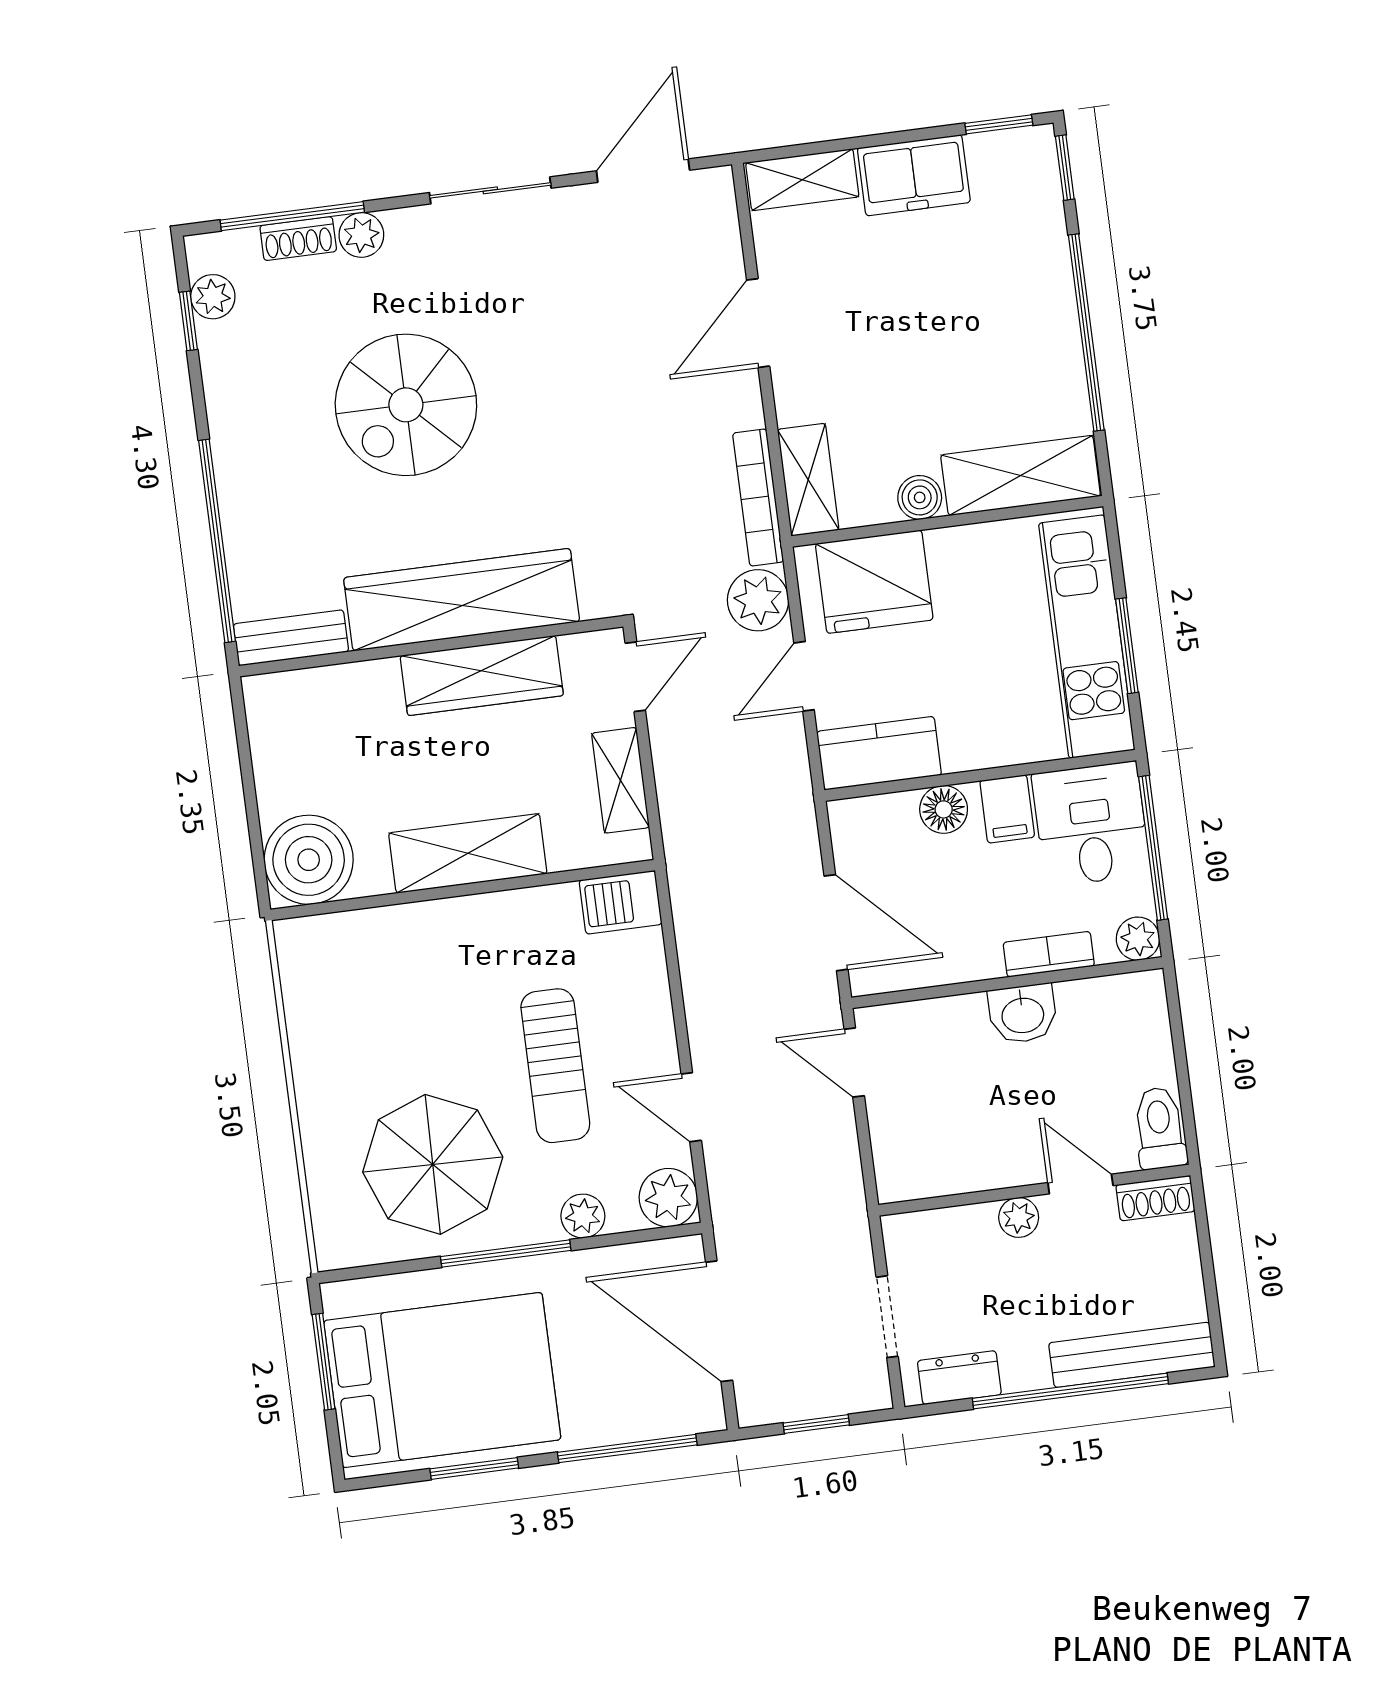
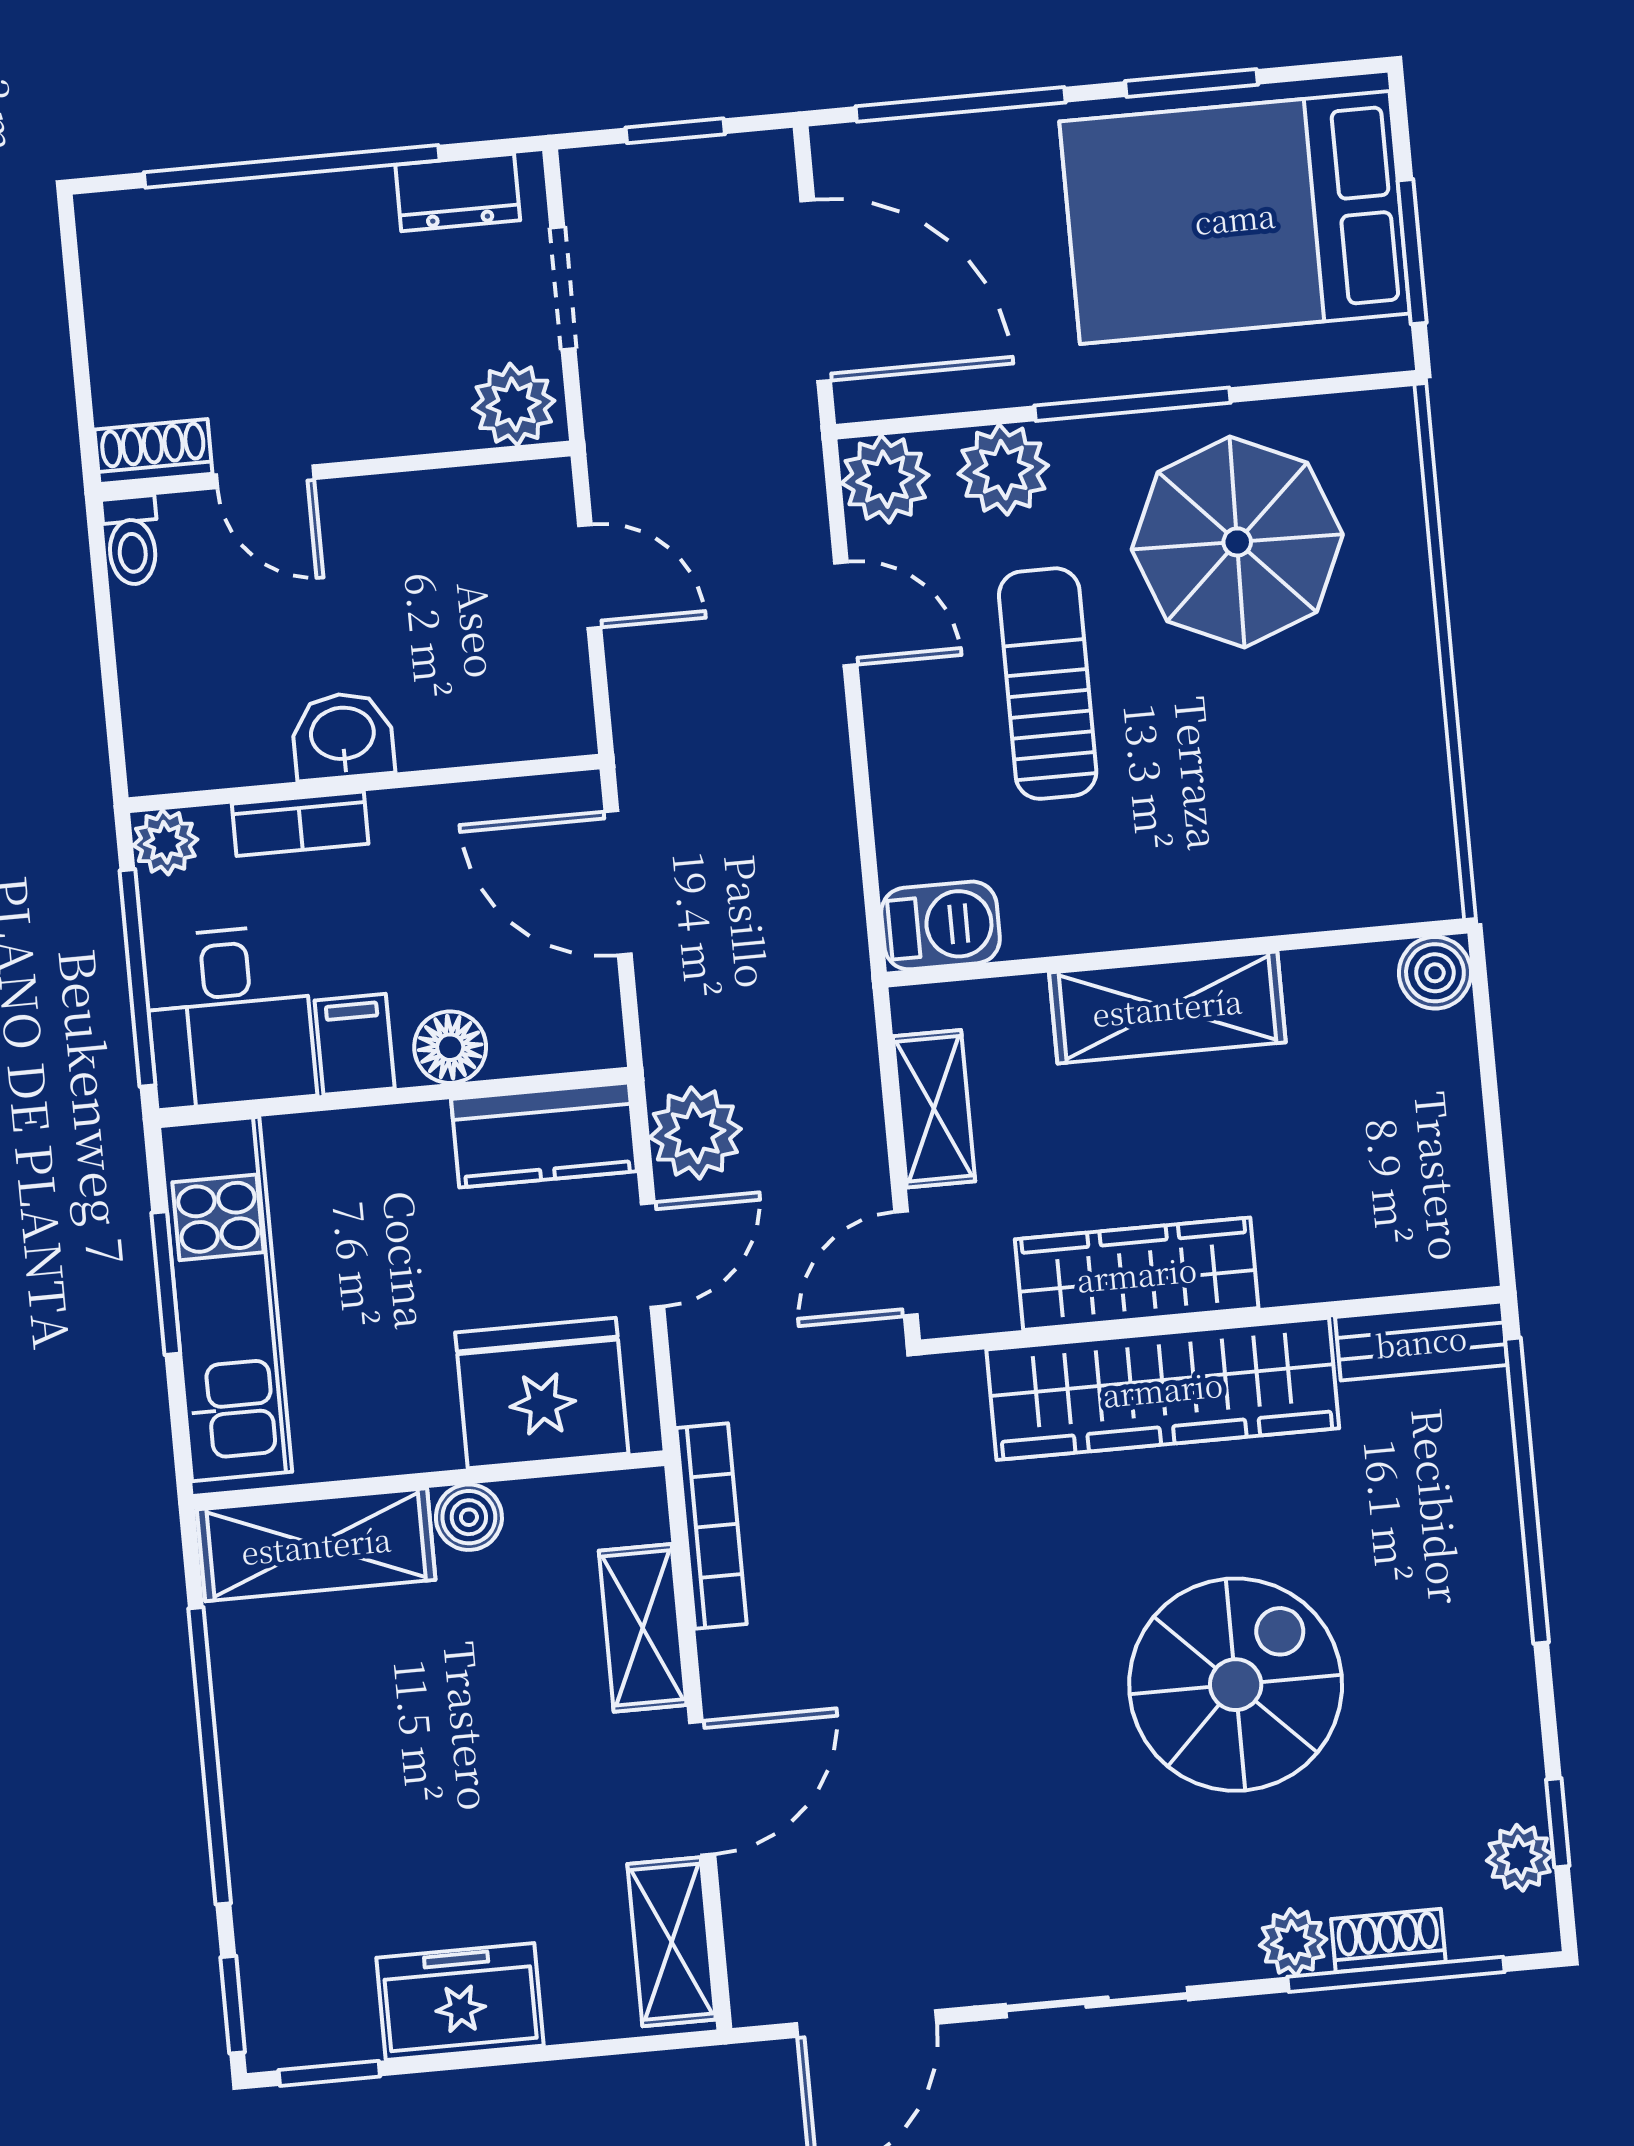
shelving: (802, 180) -> (672, 1942), moved, turned 90
shelving: (808, 480) -> (643, 1628), moved
plant: (758, 600) -> (695, 1133), moved
boiler: (309, 860) -> (1435, 973), width x0.54, depth x0.54
door: (854, 1062) -> (590, 576), moved
toilet: (1160, 1128) -> (132, 541), width x0.73, depth x0.72
plant: (583, 1216) -> (1003, 470), width x1.38, depth x1.38
plant: (1019, 1217) -> (514, 404), moved, width x1.38, depth x1.38
bench: (1132, 1355) -> (197, 217), removed

